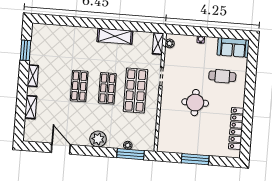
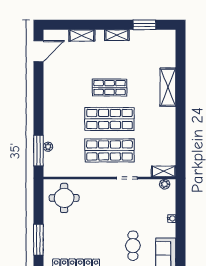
shelving: (115, 36) -> (168, 87), moved
shop shelf: (107, 88) -> (110, 119), width x1.43, depth x1.36
round table: (195, 103) -> (64, 198), moved
plant: (98, 139) -> (52, 113), removed
door: (61, 149) -> (38, 51), moved
window: (195, 159) -> (38, 240), moved

